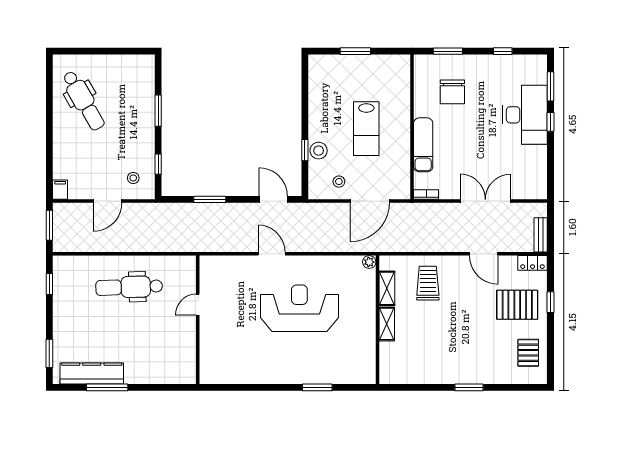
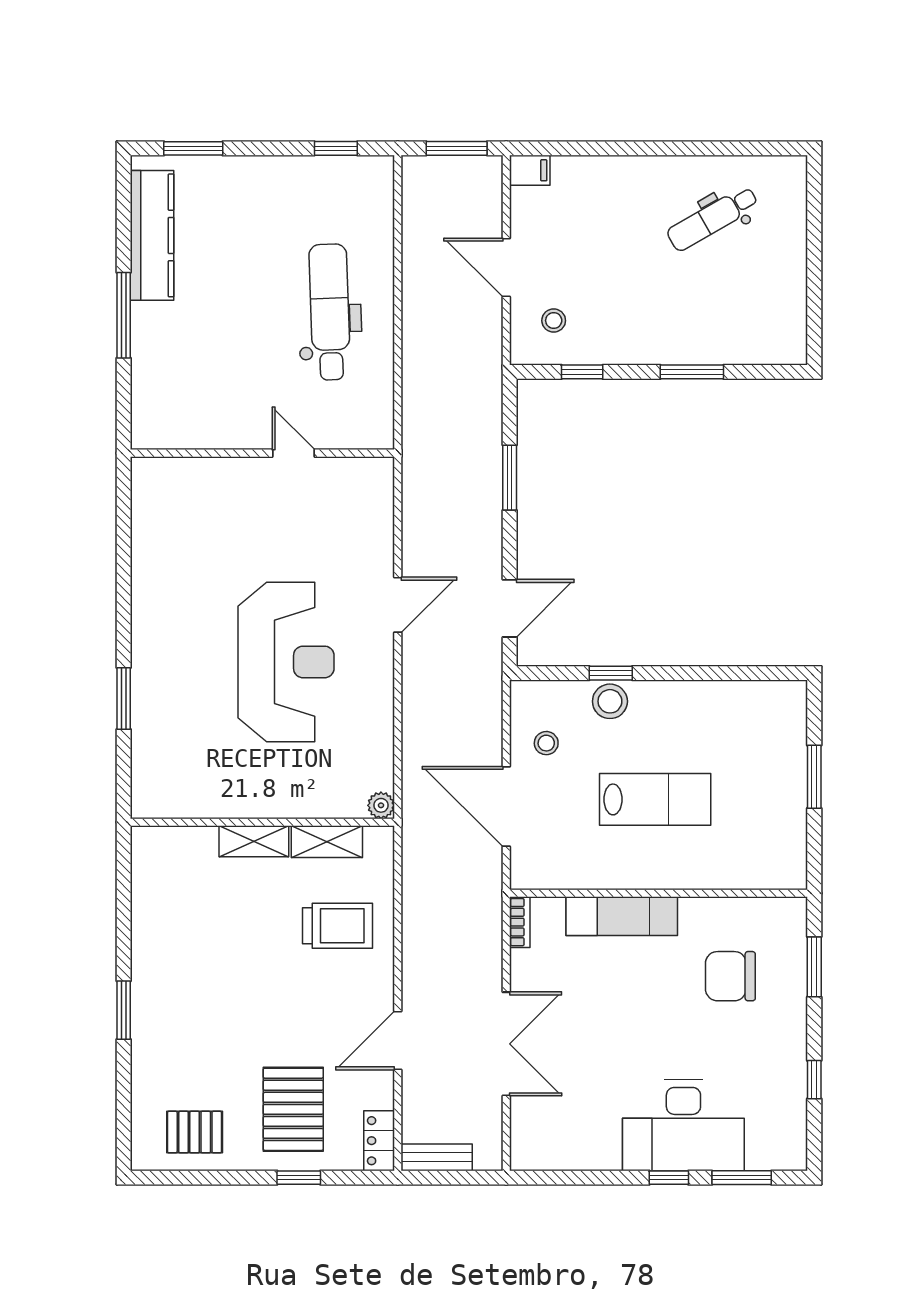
dental chair: (84, 101) -> (713, 218), width x0.73, depth x0.72
lab bench: (366, 129) -> (655, 799), turned 180
window: (107, 387) -> (124, 315), moved

